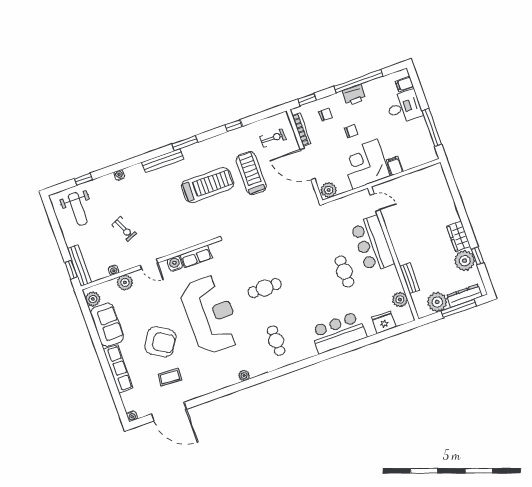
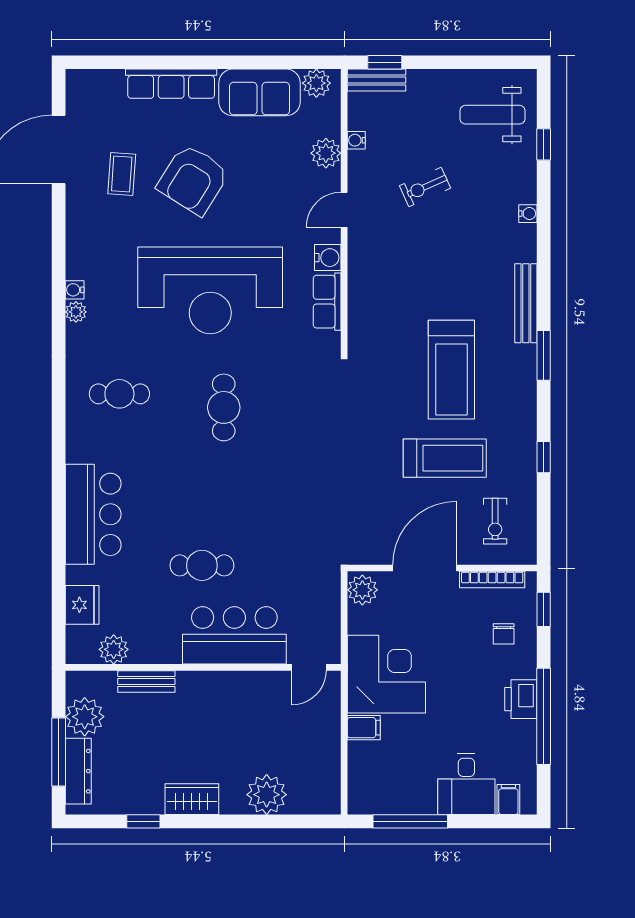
chair: (351, 131) -> (456, 670), removed
plant: (465, 261) -> (267, 795), moved
bench: (79, 266) -> (377, 80), width x0.73
water cooler: (132, 416) -> (75, 290), moved

